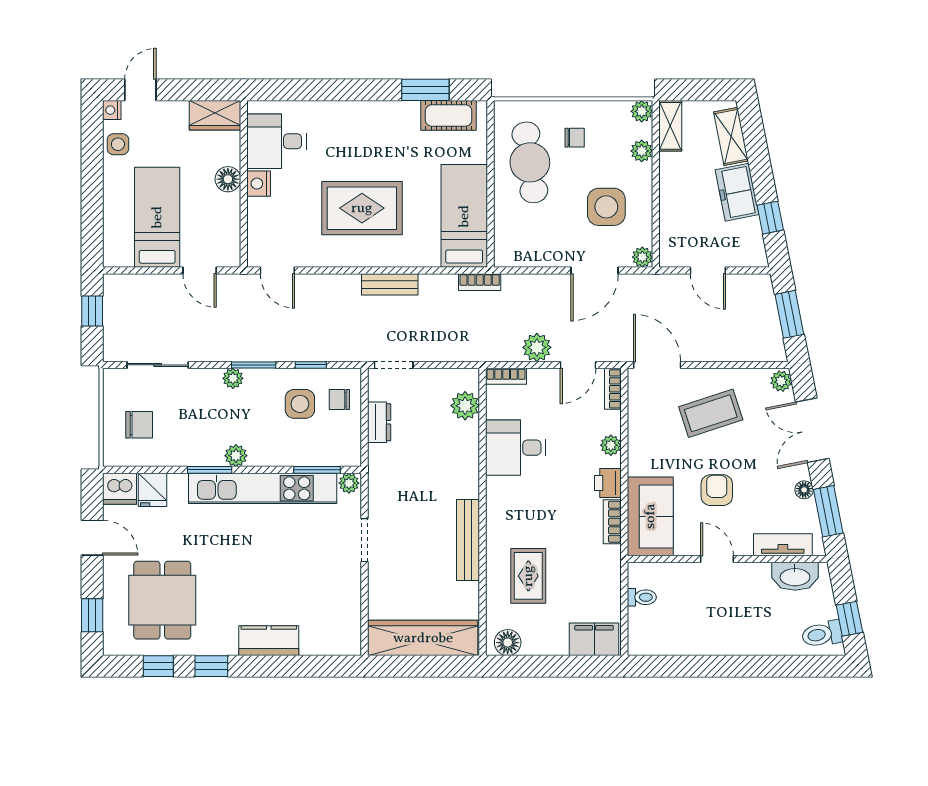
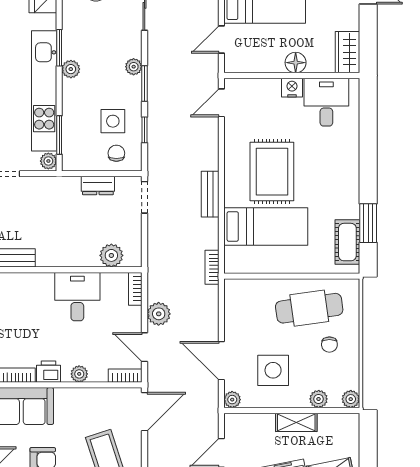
shelving: (670, 126) -> (296, 422), moved
bed: (464, 216) -> (266, 226), moved

